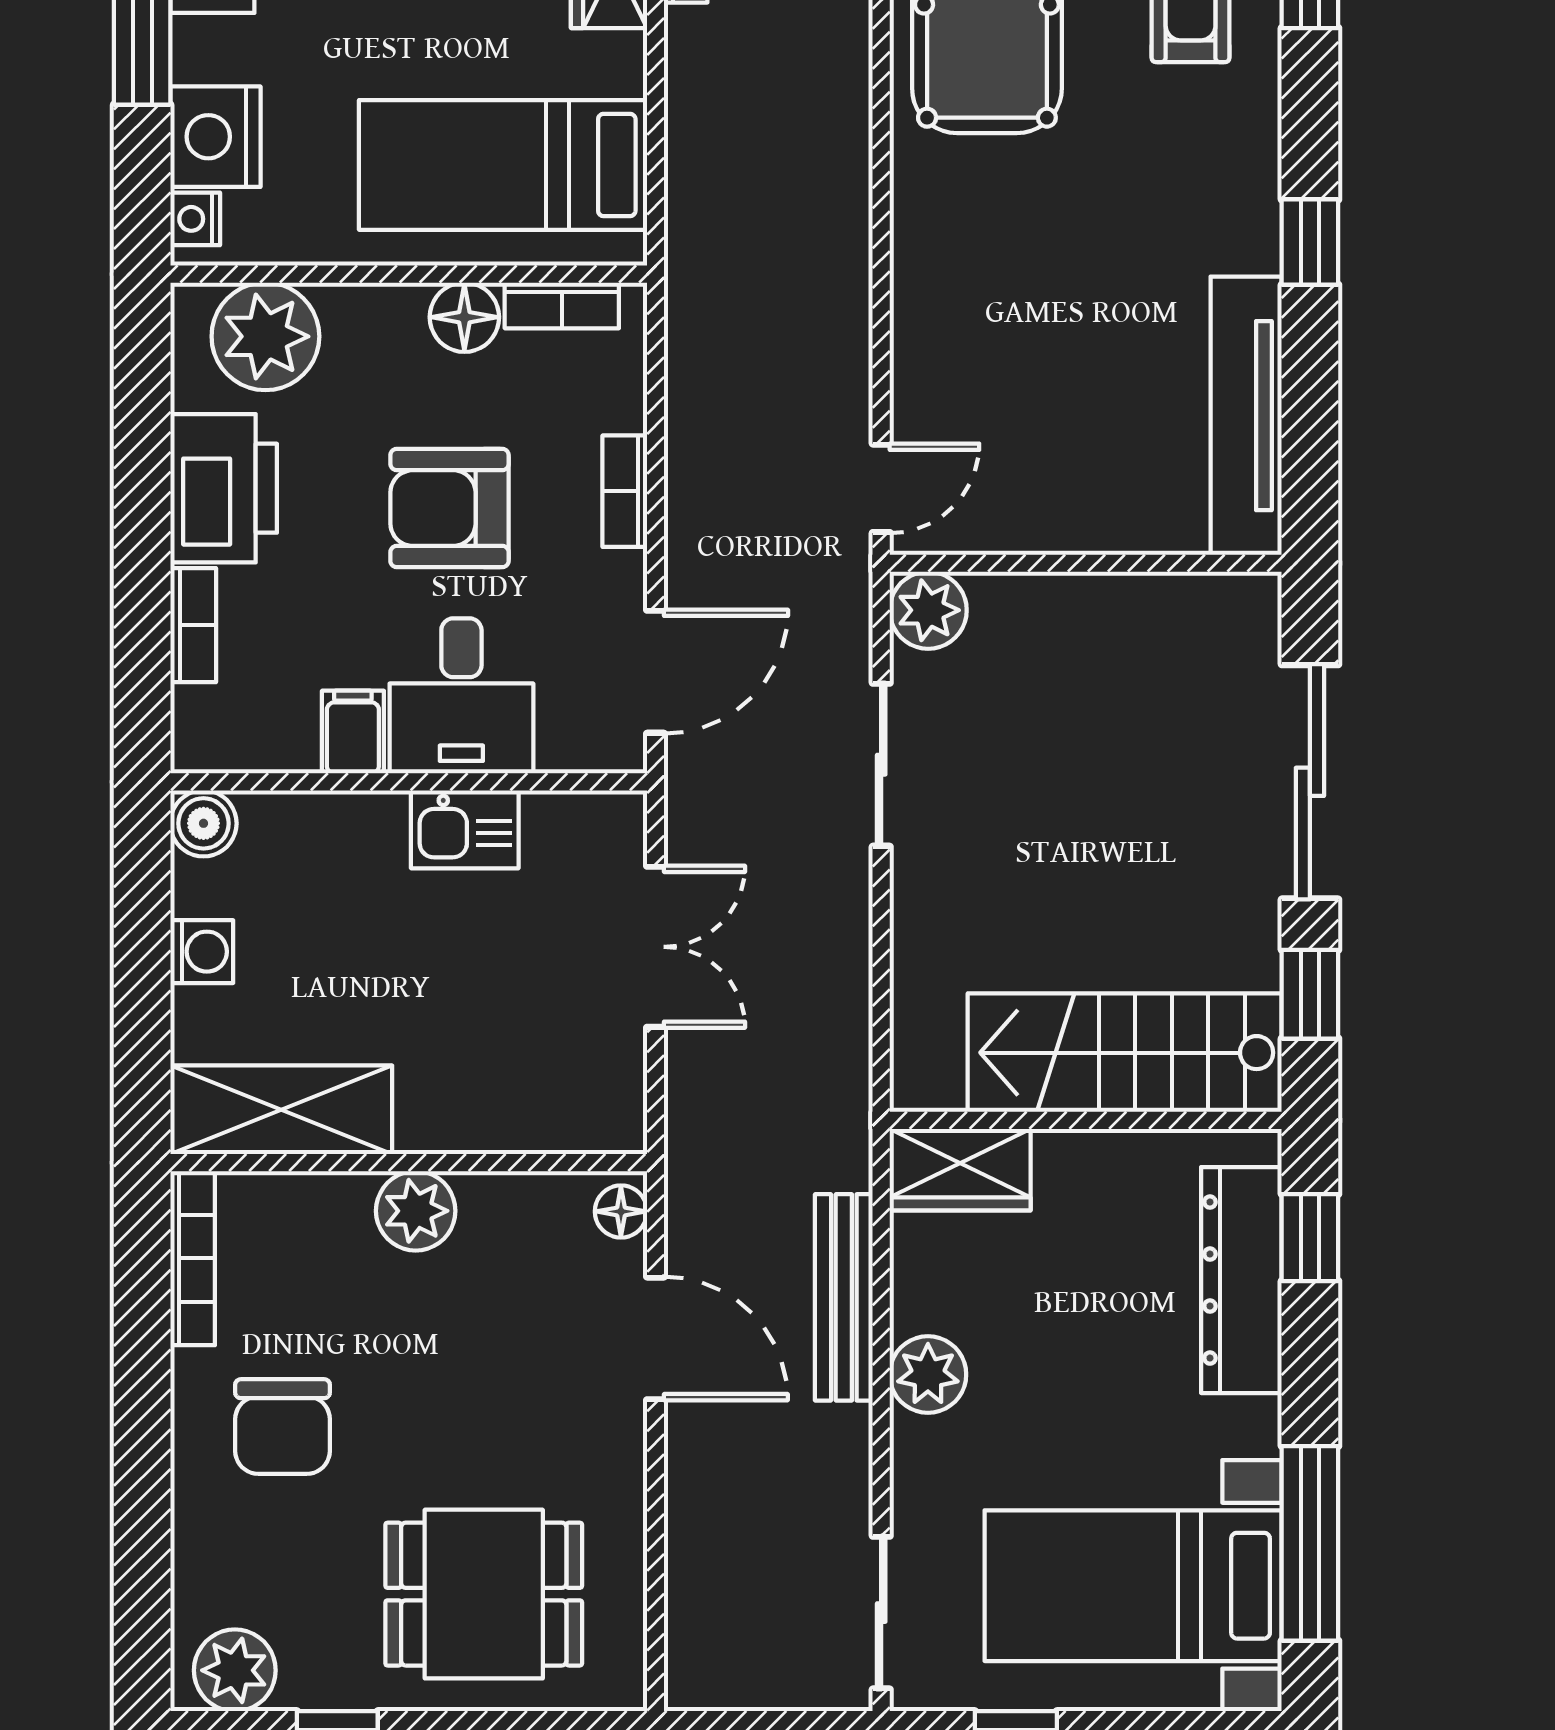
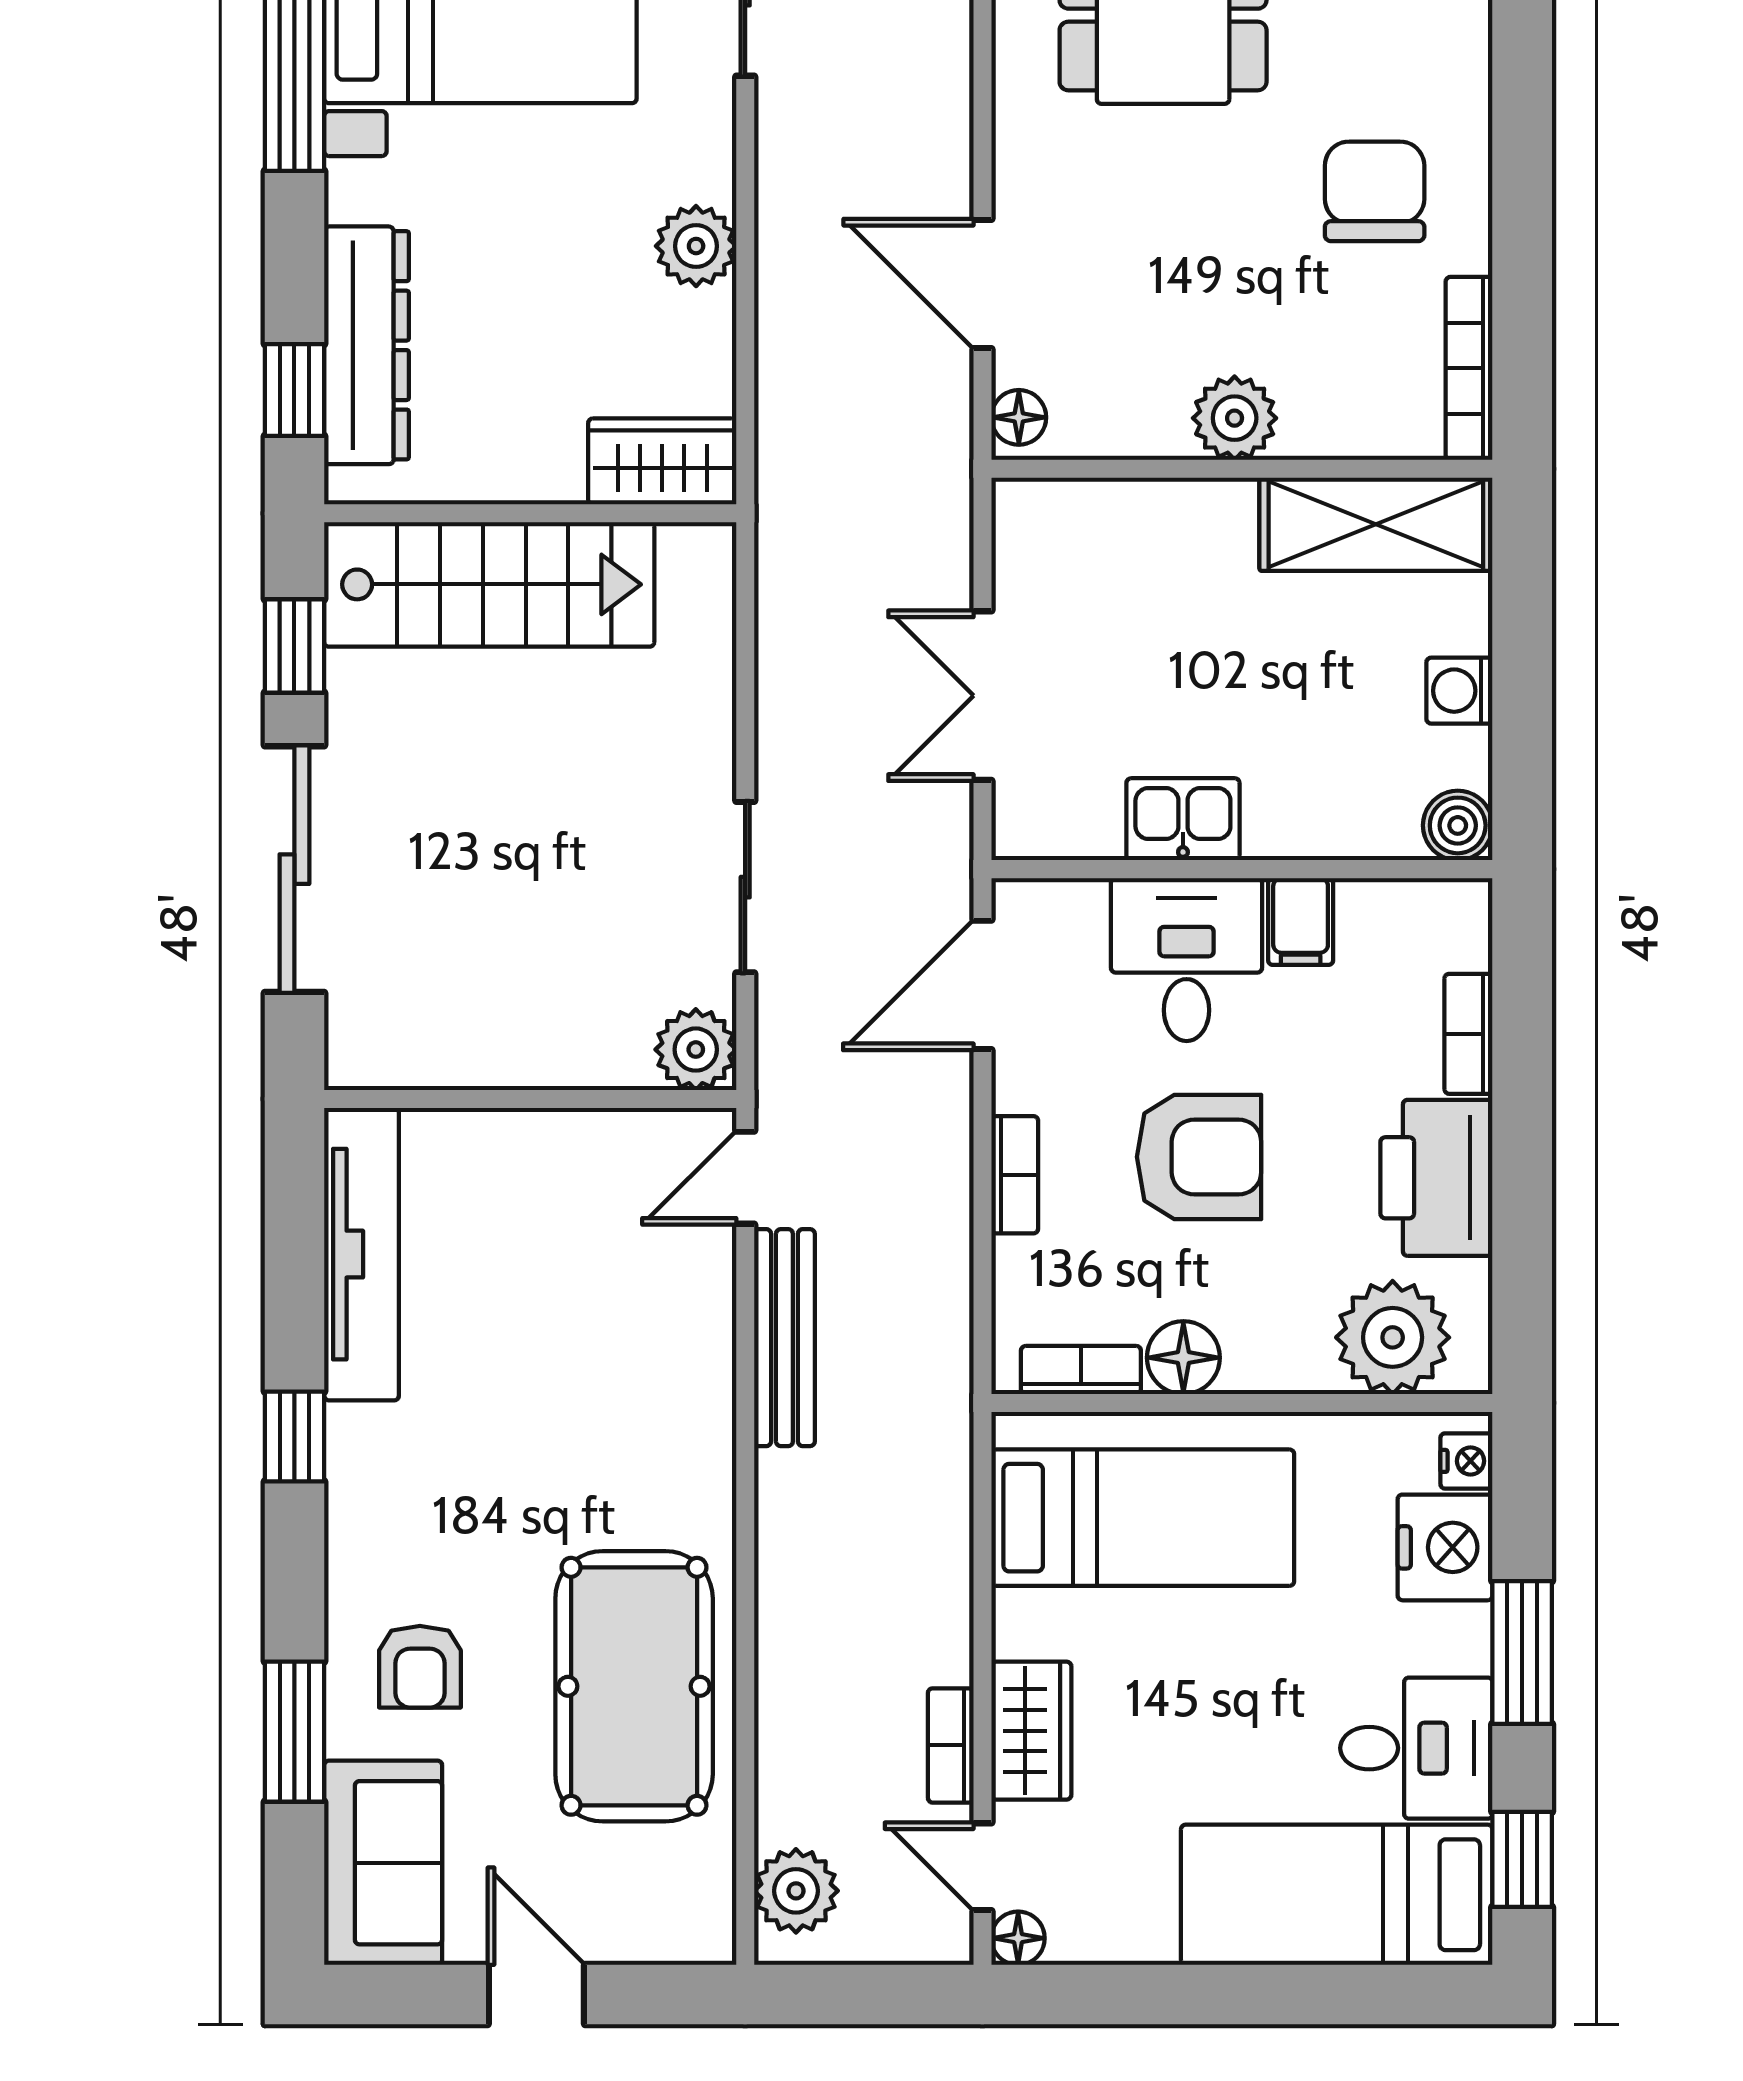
bench: (844, 1297) -> (784, 1338), moved

